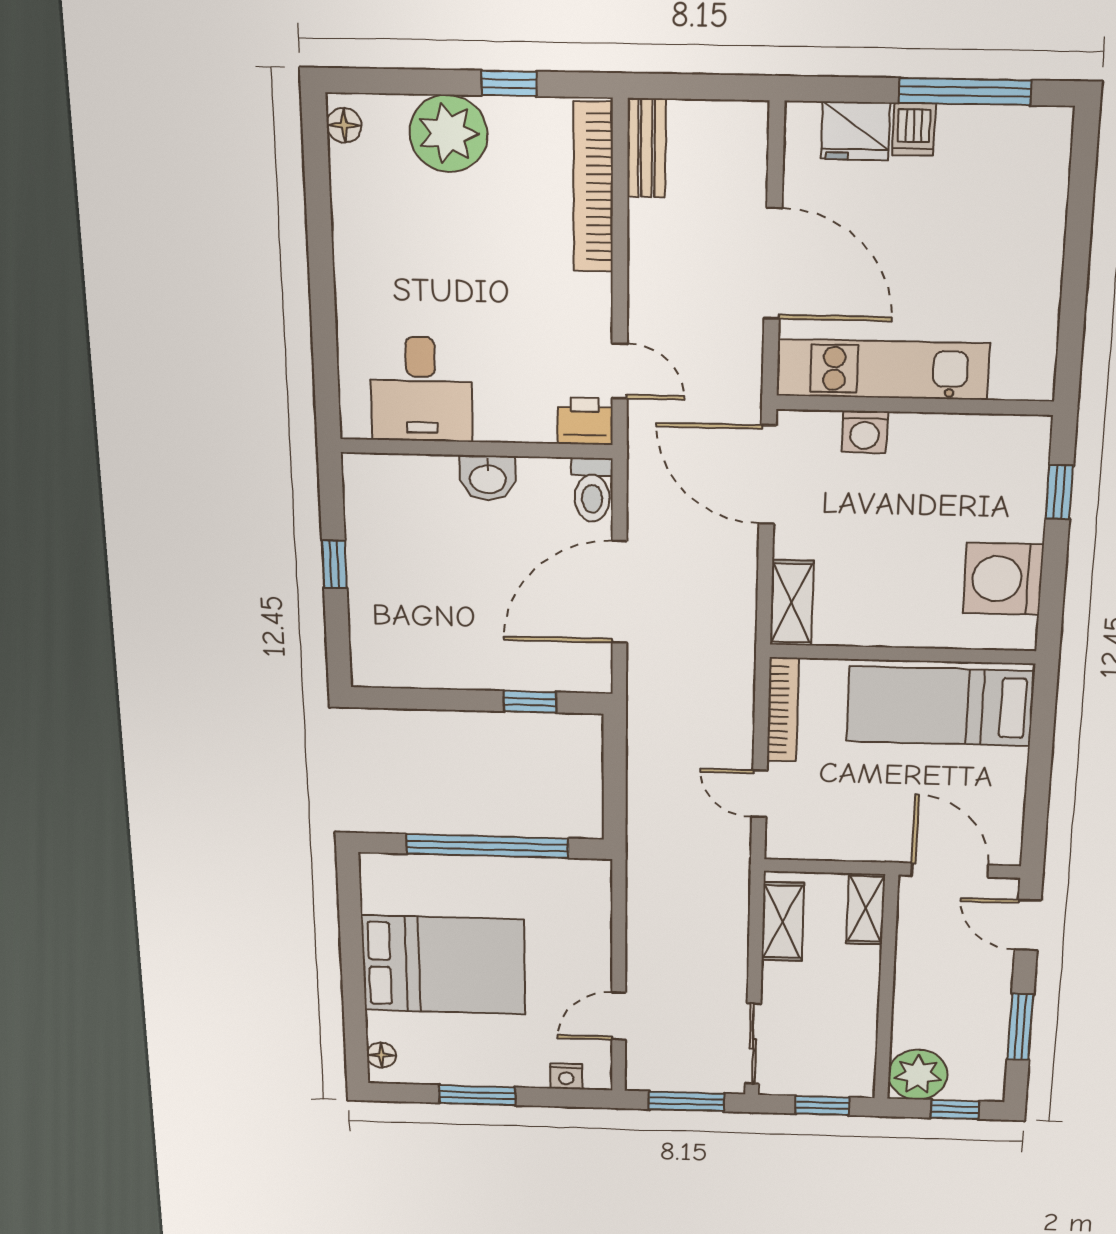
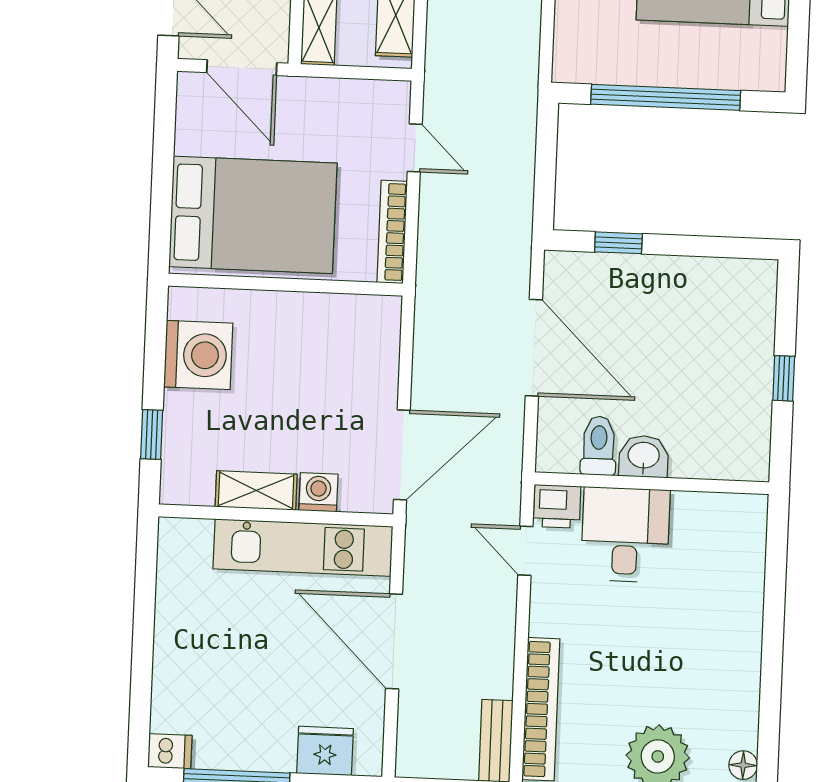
dishwasher: (914, 129) -> (170, 751), moved, turned 90
desk: (421, 389) -> (625, 535), moved
door: (767, 475) -> (402, 455), hinge flipped
toilet: (592, 490) -> (599, 446), moved
door: (619, 592) -> (534, 348), hinge flipped
shelving: (792, 603) -> (256, 490), moved, turned 90
bed: (940, 706) -> (253, 215), width x1.50

